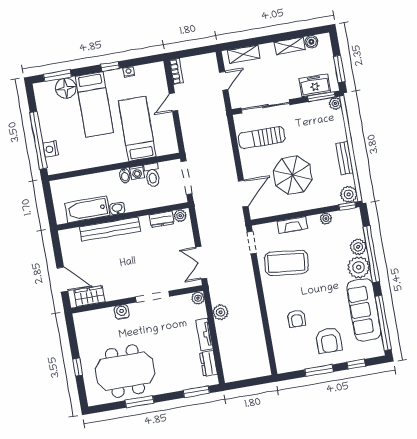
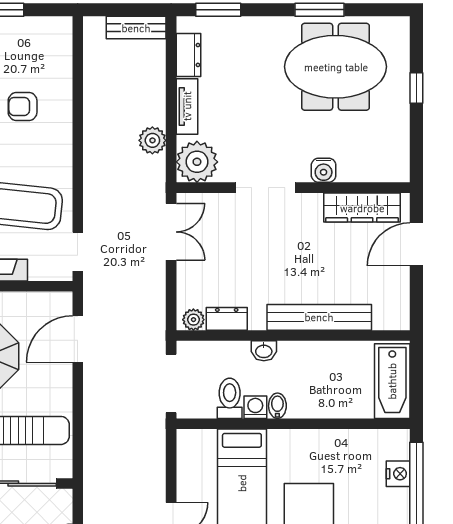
bathtub: (87, 209) -> (392, 381), moved, turned 90
washbasin: (117, 209) -> (264, 351), moved
door: (62, 279) -> (416, 244), hinge flipped
wardrobe: (89, 296) -> (362, 208), width x1.50
plant: (198, 298) -> (197, 162), width x1.88, depth x1.88
armchair: (297, 319) -> (23, 106), turned -90
bench: (241, 374) -> (136, 28), added

